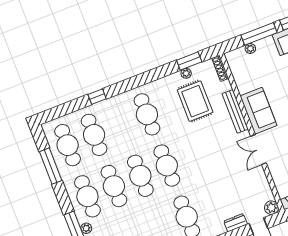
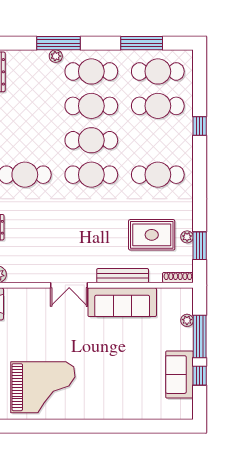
sofa: (258, 111) -> (122, 302), width x1.36
double door: (258, 150) -> (69, 285), swing flipped

